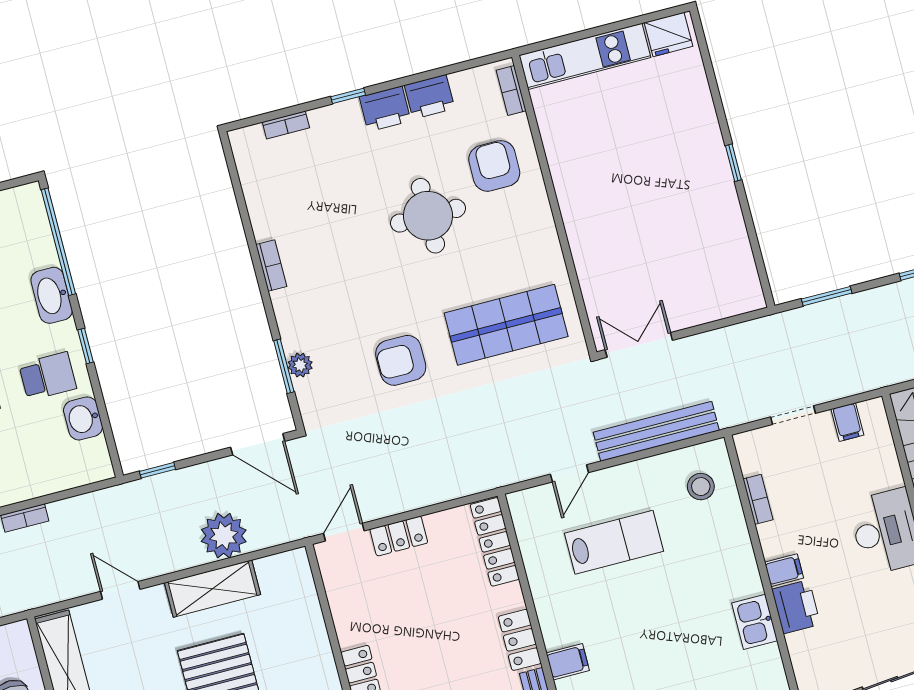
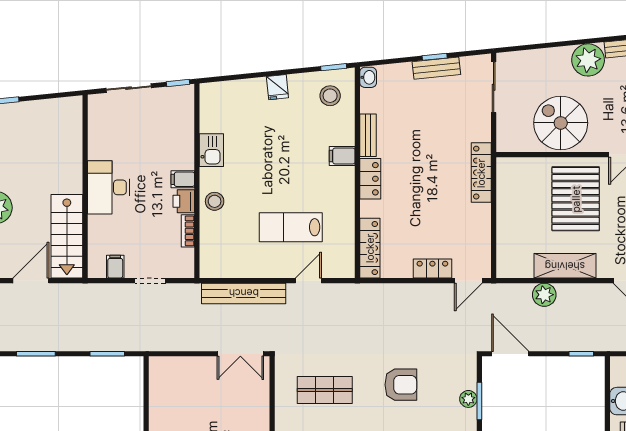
shop shelf: (506, 325) -> (325, 390), width x0.70, depth x0.74
stool: (701, 487) -> (215, 201), moved
plant: (224, 536) -> (544, 295), width x0.73, depth x0.73
printer: (796, 607) -> (184, 201), moved, width x0.73, depth x0.81

